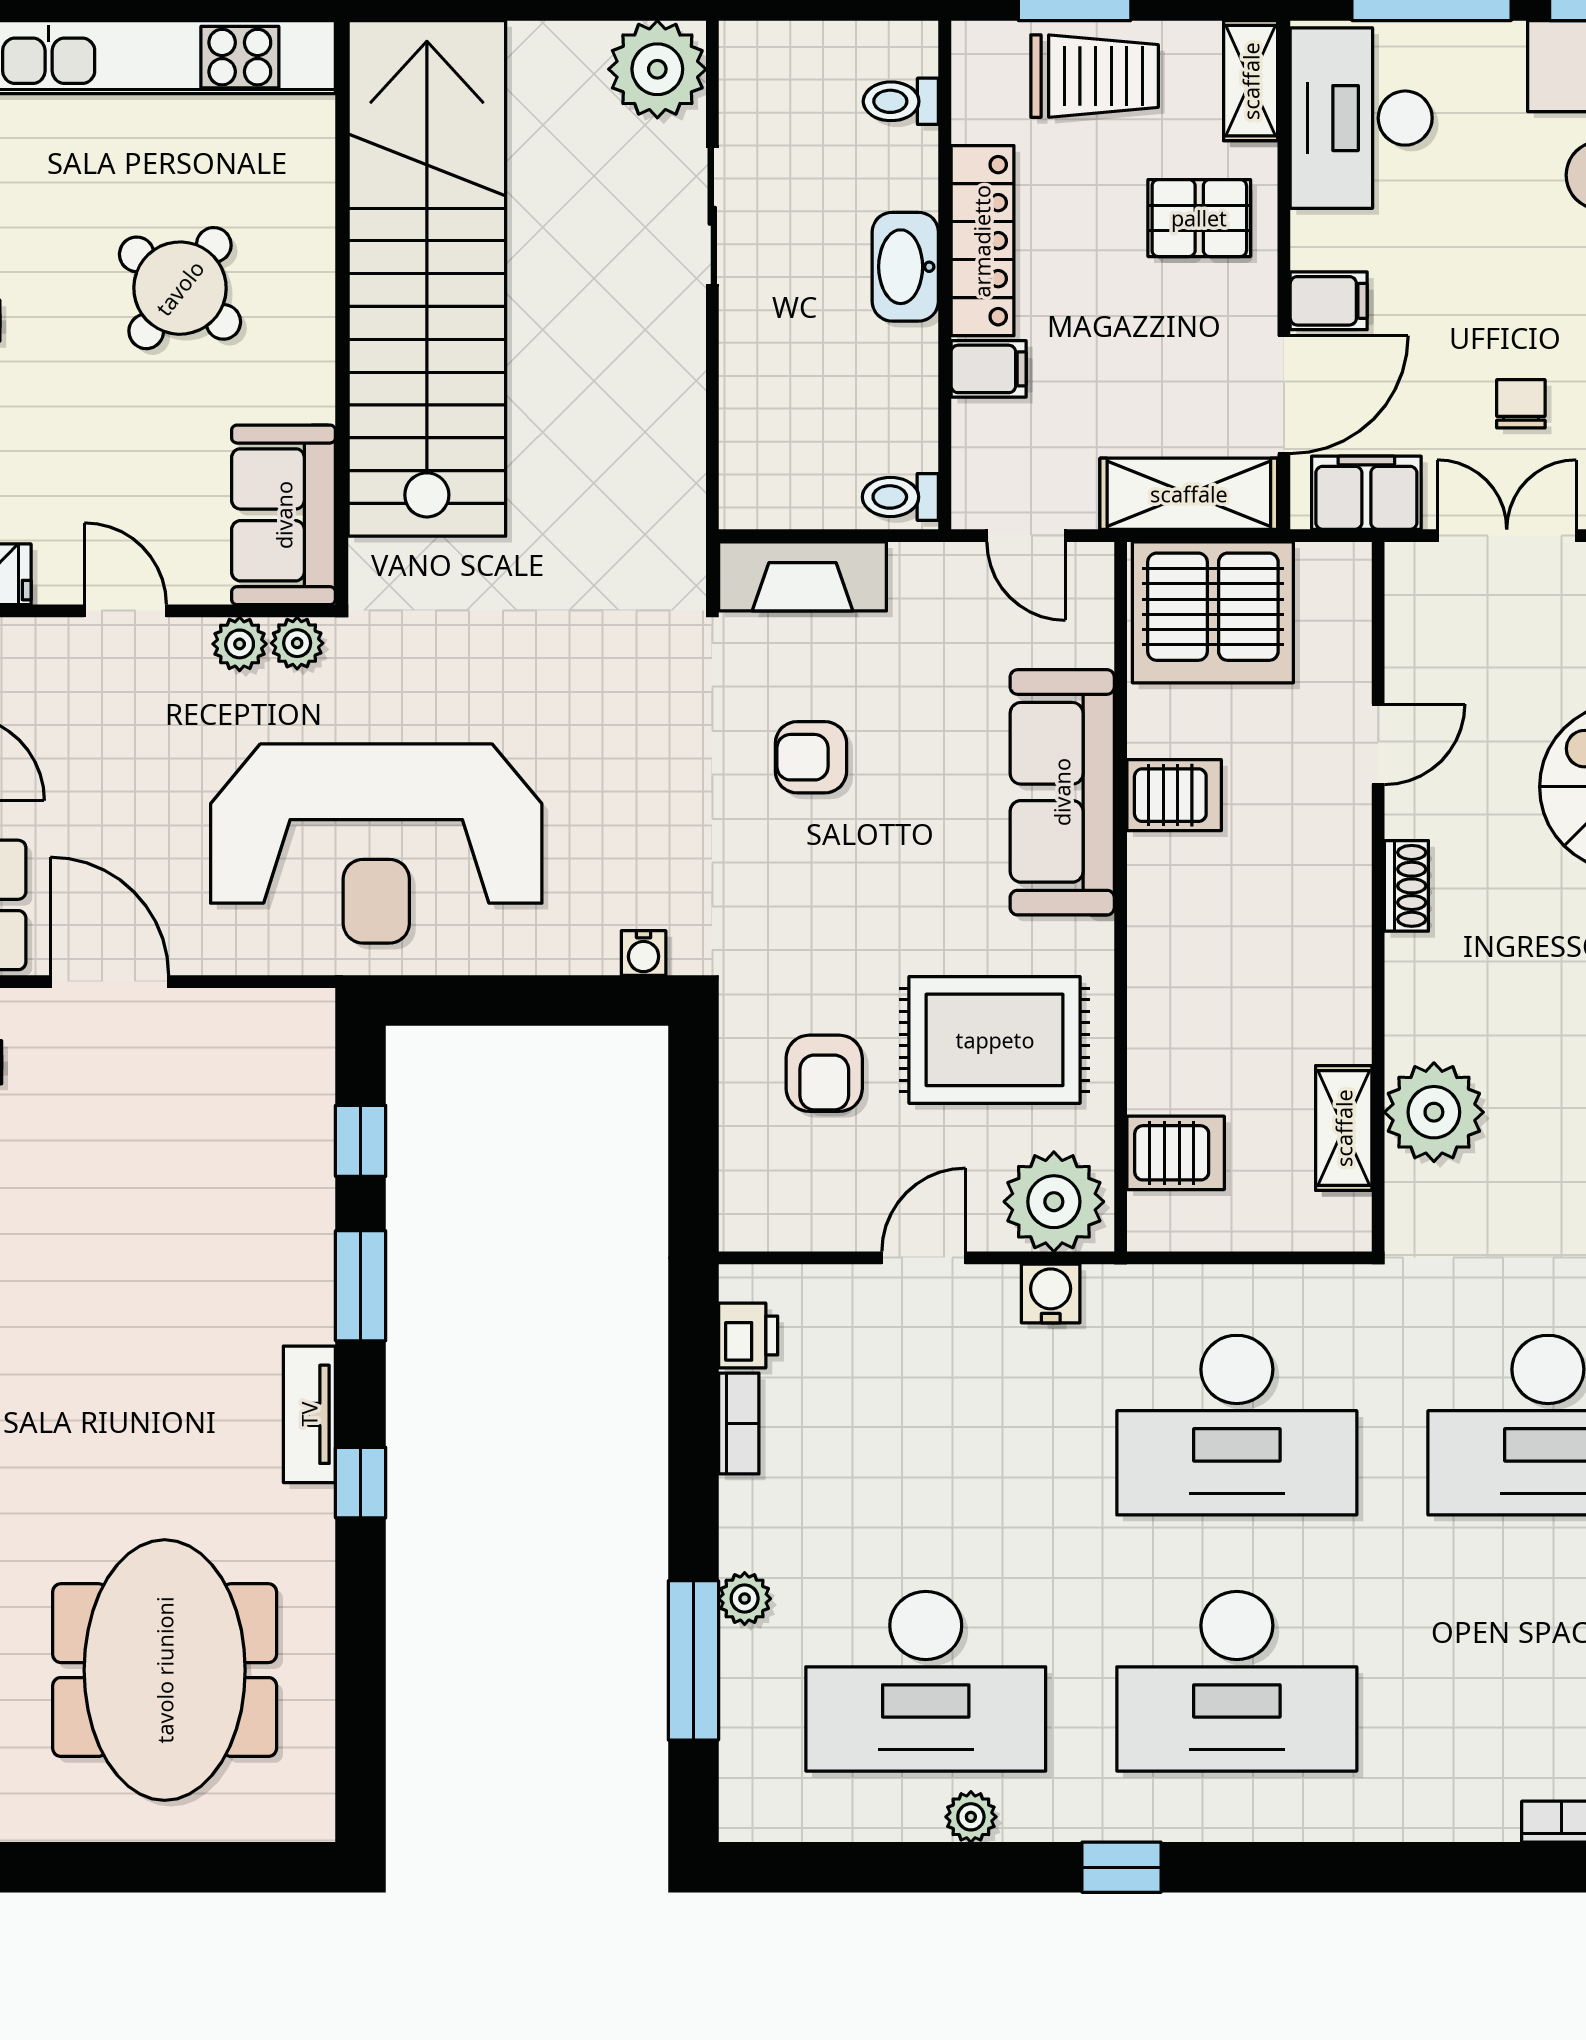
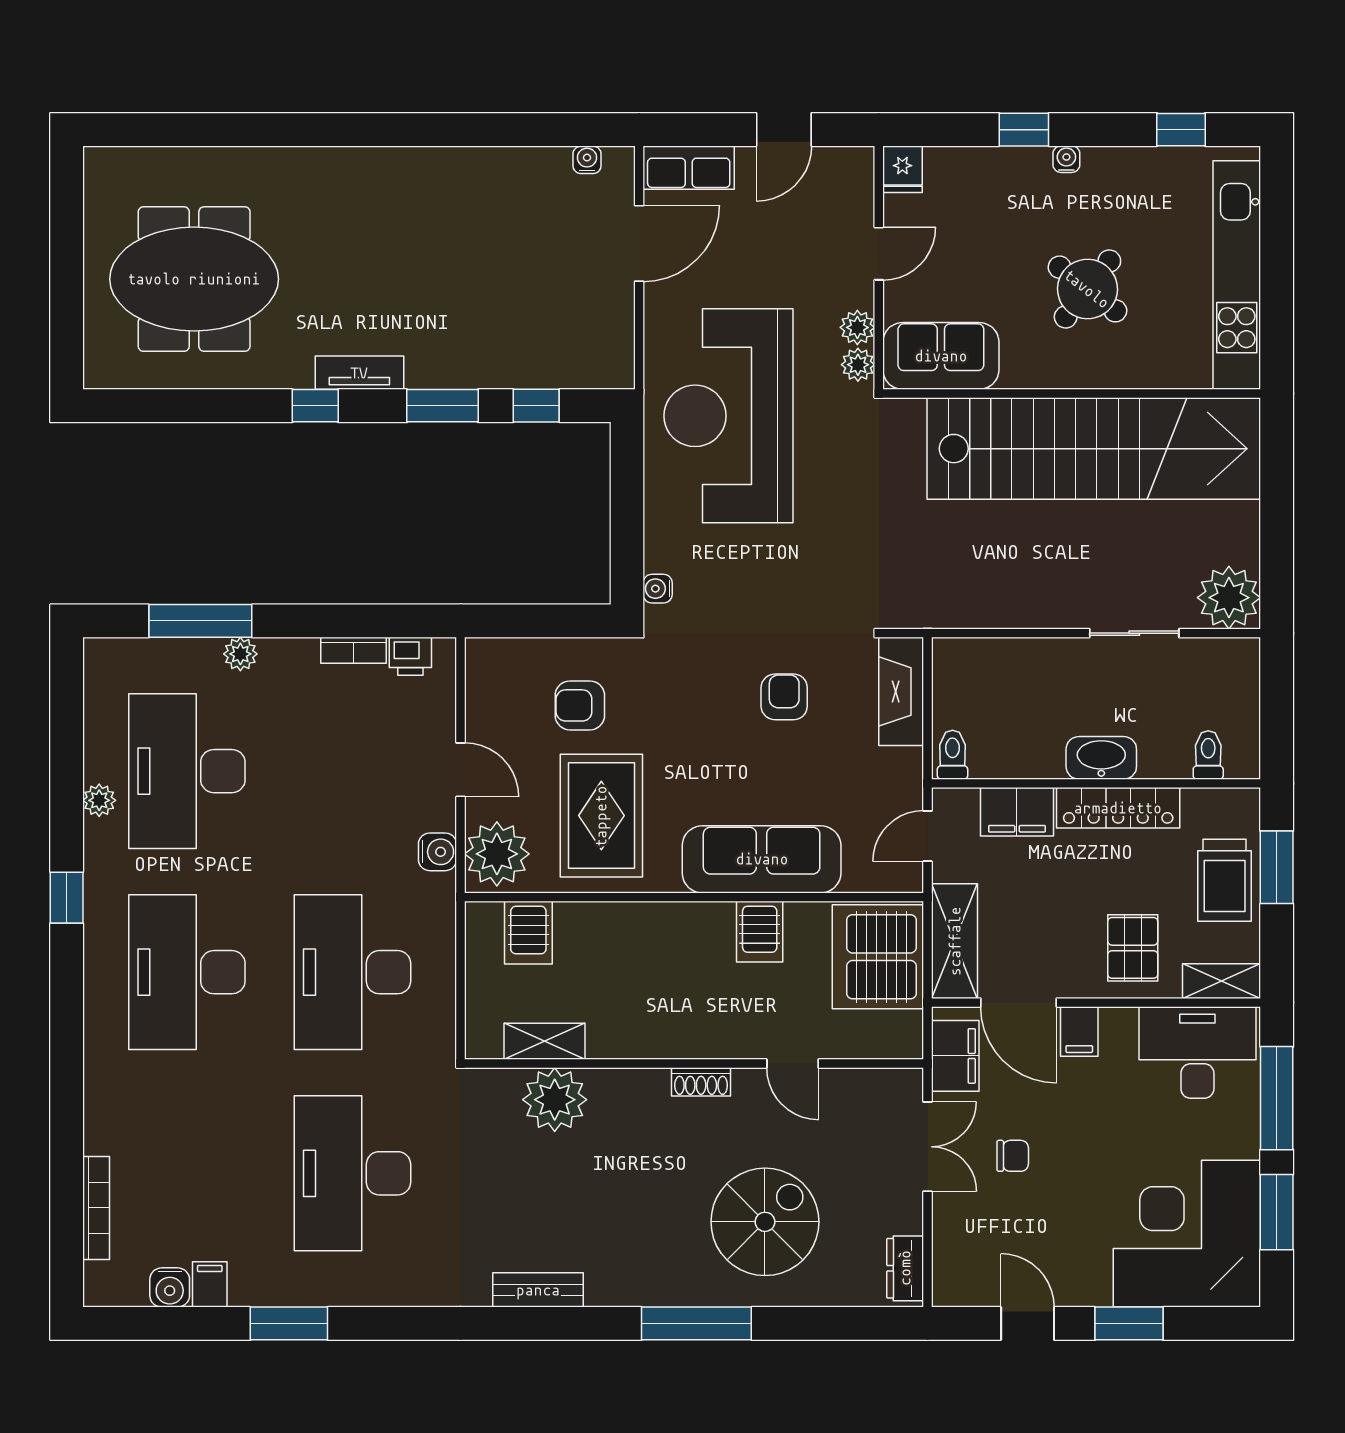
filing cabinet: (989, 369) -> (1017, 812), width x2.00

